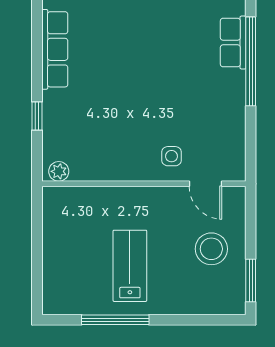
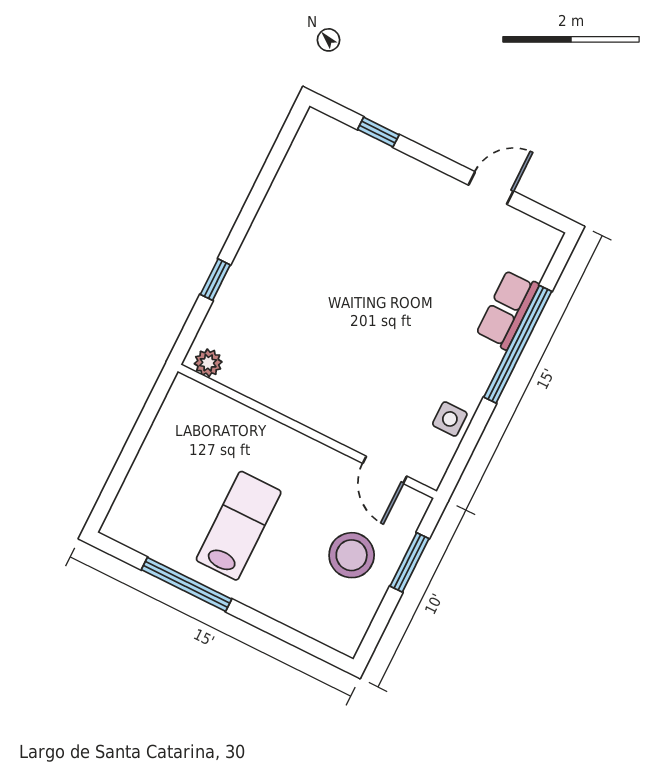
row of seats: (55, 49) -> (279, 207), removed
side table: (172, 156) -> (450, 419), moved
window: (251, 280) -> (409, 562), moved

